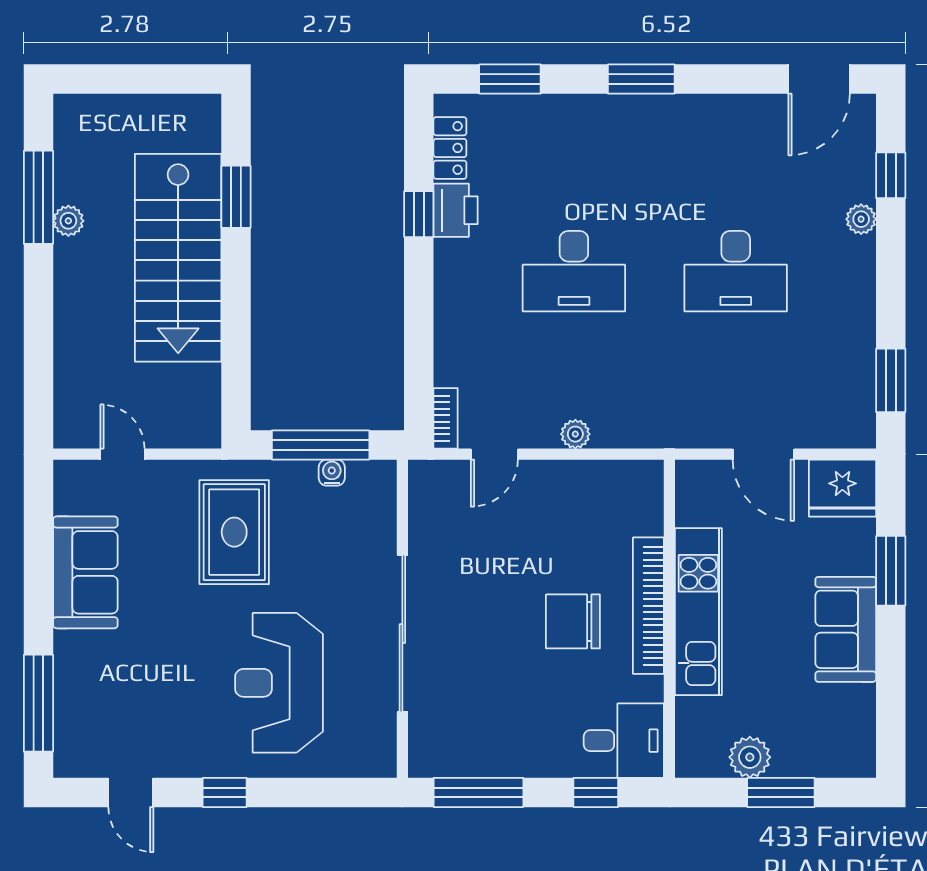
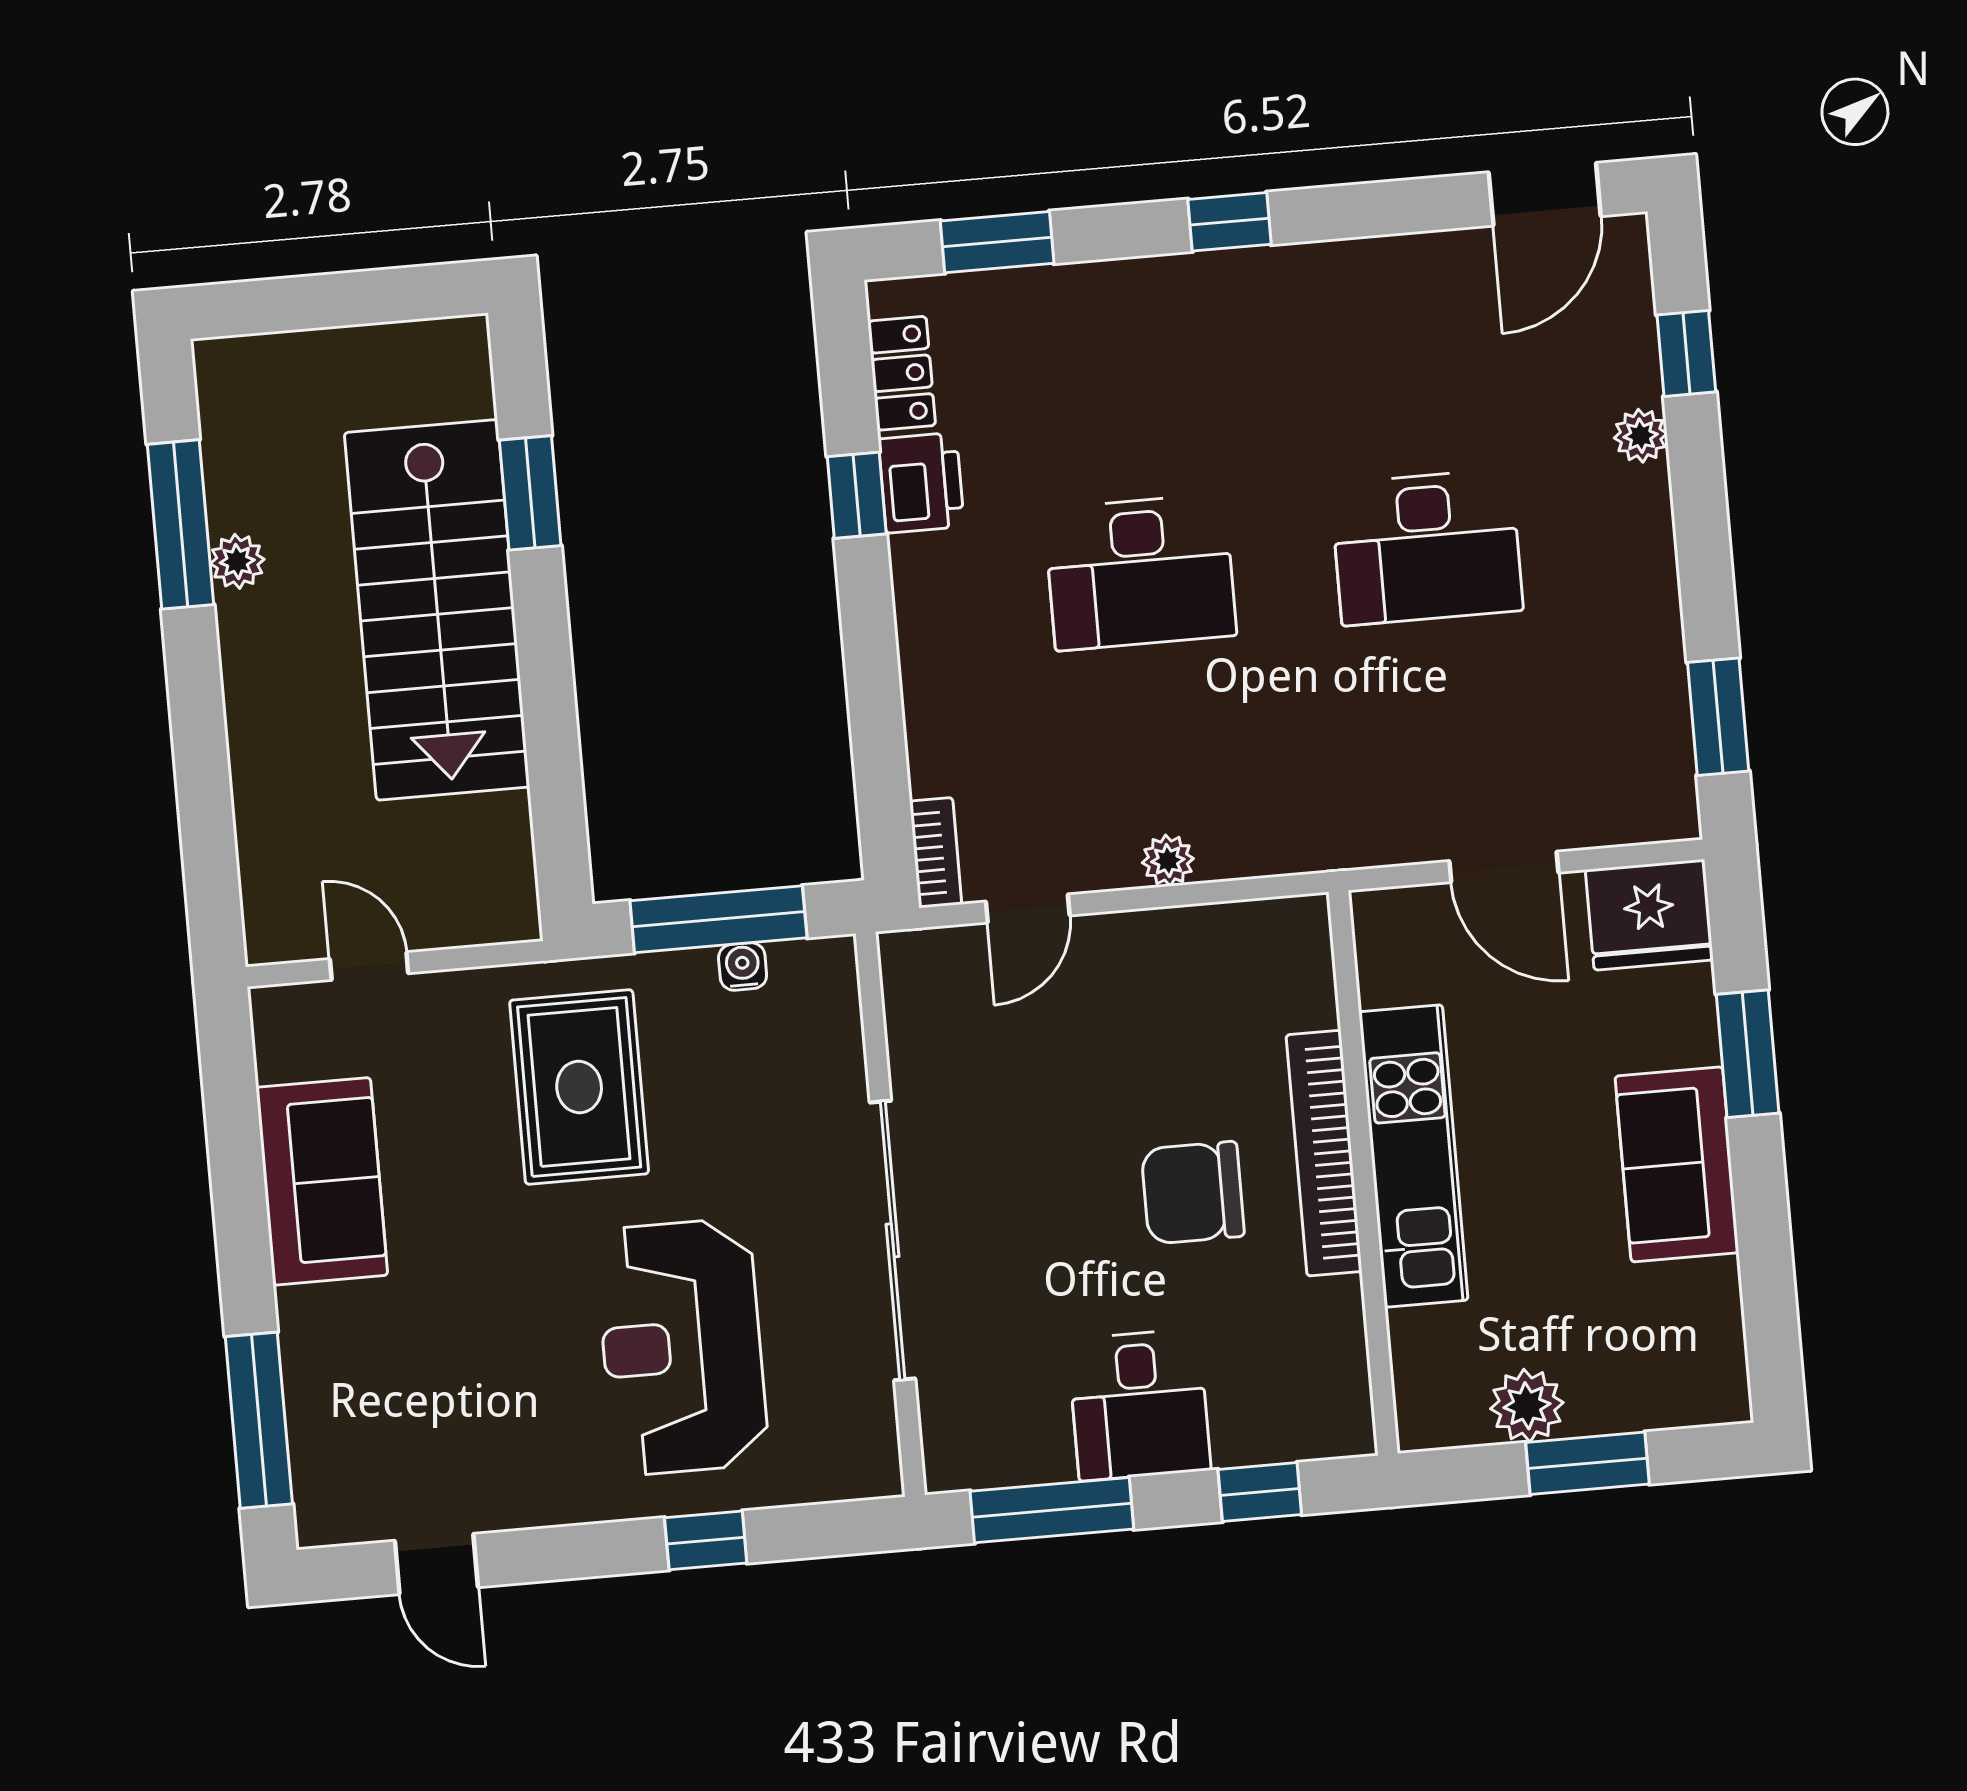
window: (641, 79) -> (1230, 222), width x0.67
desk: (624, 741) -> (1139, 1405), moved, turned 90
window: (225, 792) -> (706, 1540), moved

